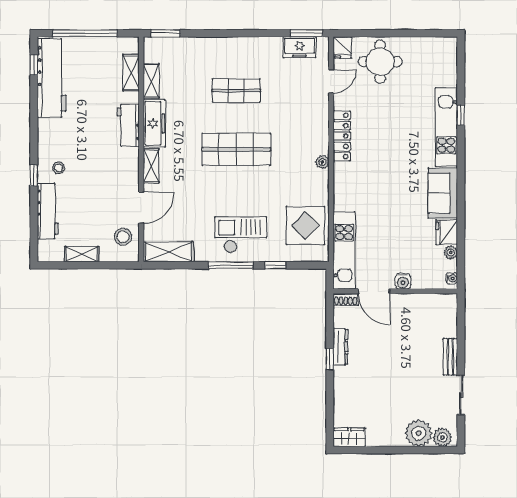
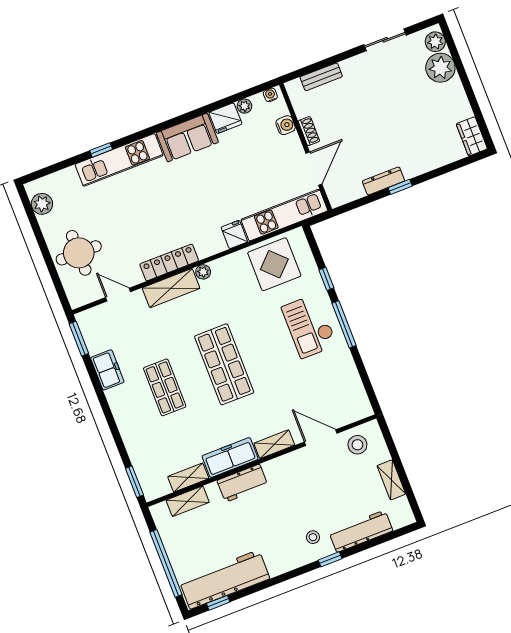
plant: (434, 46) -> (42, 204), added
freezer: (300, 47) -> (107, 370), moved
fridge: (342, 48) -> (234, 234), moved, turned -90
shelving: (169, 252) -> (171, 288), moved, turned 90
water cooler: (403, 281) -> (286, 125), moved
shoe rack: (346, 299) -> (309, 131), moved
bench: (450, 357) -> (321, 77), moved

